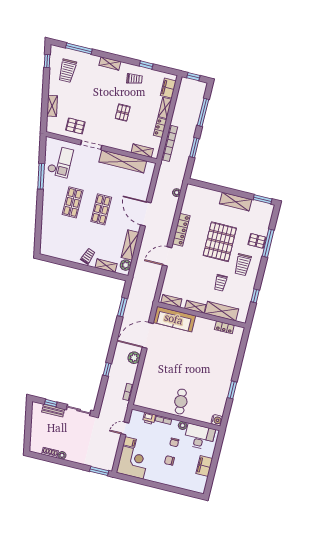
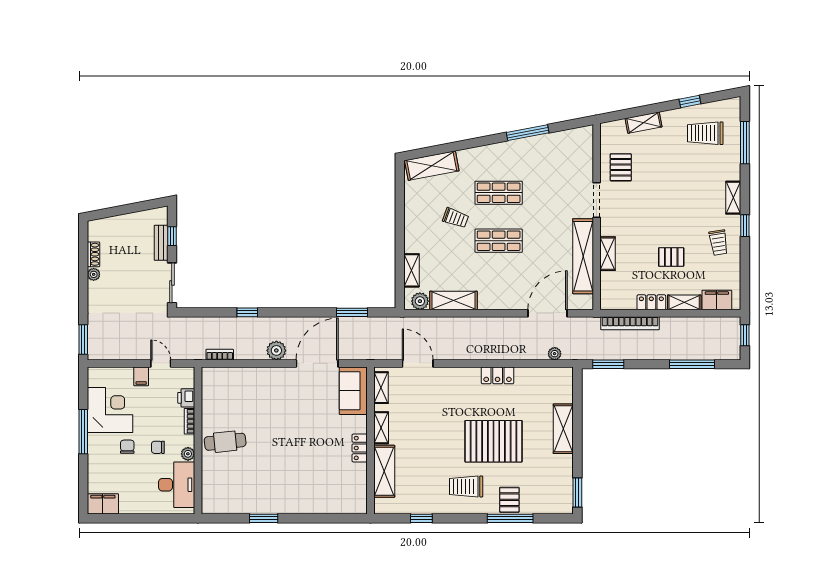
window: (47, 61) -> (690, 102), moved
window: (146, 65) -> (745, 226), moved
pallet: (123, 113) -> (671, 257), moved
window: (194, 148) -> (608, 364), moved
shelving: (142, 151) -> (608, 254), moved
checkout: (60, 162) -> (558, 157), removed
shelving: (236, 202) -> (563, 429), moved
door: (146, 214) -> (548, 313), moved
locker: (181, 230) -> (498, 375), width x0.66
shelving: (47, 238) -> (432, 166), added
trolley: (88, 256) -> (456, 218), moved
door: (167, 256) -> (418, 363), moved
trolley: (221, 283) -> (429, 458), removed
sofa: (174, 319) -> (353, 391), width x0.73
locker: (224, 327) -> (360, 448), moved
door: (148, 335) -> (317, 363), hinge flipped
water cooler: (217, 420) -> (210, 506), removed
corner desk: (133, 462) -> (110, 410), moved, turned -90
filing cabinet: (204, 466) -> (103, 504), moved
window: (154, 485) -> (83, 432), added

